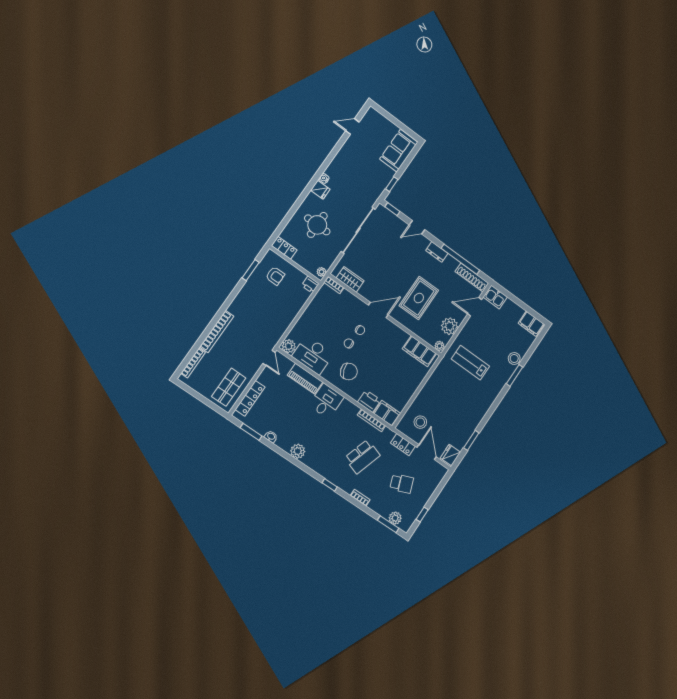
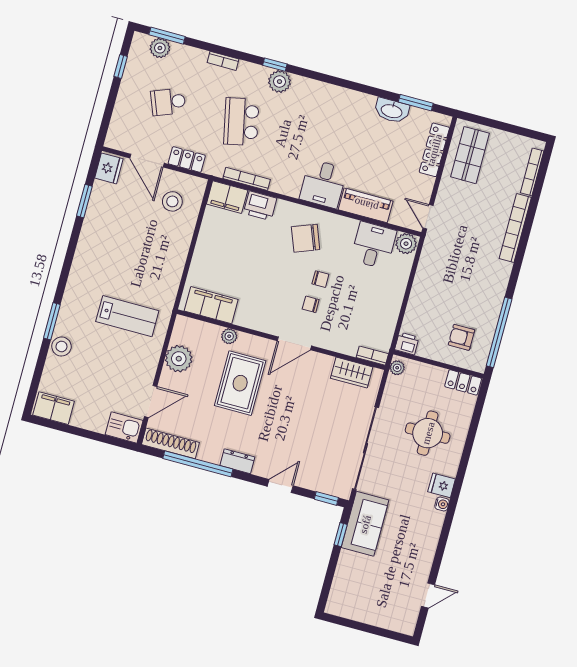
sofa: (399, 151) -> (365, 524), moved
window: (251, 270) -> (499, 332), width x2.11
plant: (439, 346) -> (229, 336), moved
desk: (313, 355) -> (374, 245), width x0.73
washbasin: (271, 437) -> (392, 111), width x1.91, depth x1.45
plant: (298, 451) -> (280, 82), moved
school desk: (362, 457) -> (241, 122), turned -30

